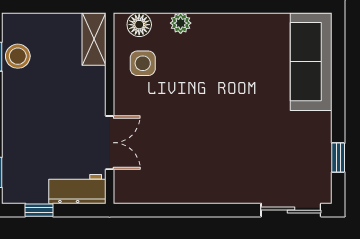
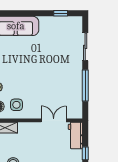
window: (184, 210) -> (85, 85), added
sliding door: (291, 210) -> (85, 47), moved

